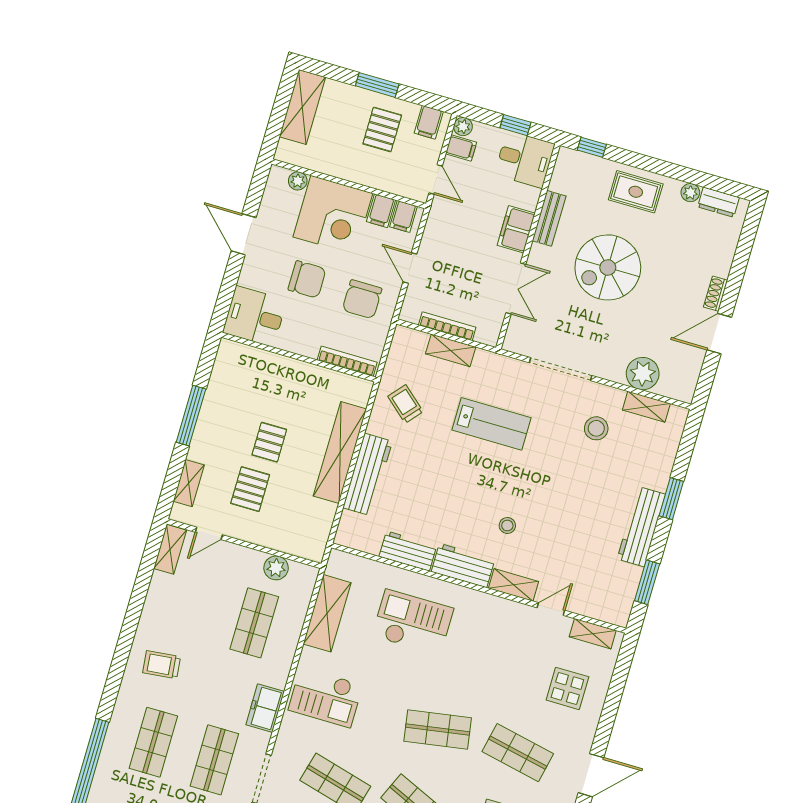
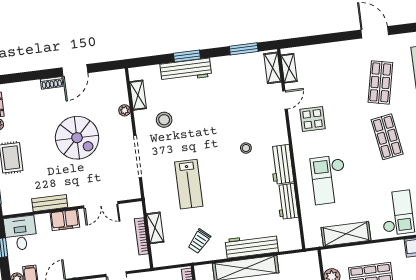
spiral stairs: (608, 267) -> (77, 138), moved
double door: (516, 289) -> (101, 205), swing flipped
door: (719, 334) -> (75, 70), hinge flipped
plant: (643, 374) -> (125, 110), width x0.53, depth x0.53
lab bench: (491, 424) -> (189, 184), turned 180
workbench: (641, 527) -> (186, 70), moved
shelving: (513, 585) -> (272, 68), moved
door: (551, 609) -> (285, 100), swing flipped
display table: (567, 688) -> (313, 119), moved

